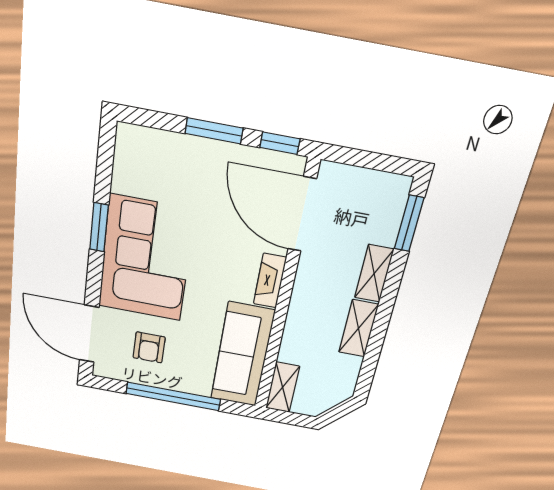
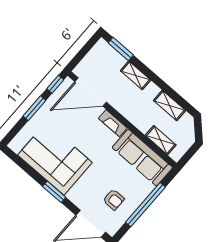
window: (99, 227) -> (54, 192), moved
corner sofa: (146, 259) -> (55, 159), moved
shelving: (358, 328) -> (170, 105), moved
shelving: (283, 387) -> (161, 140), moved

